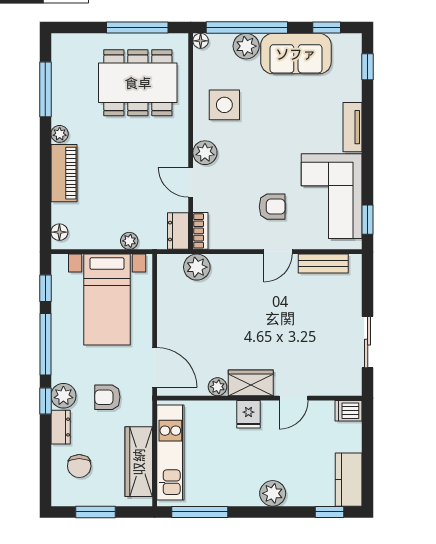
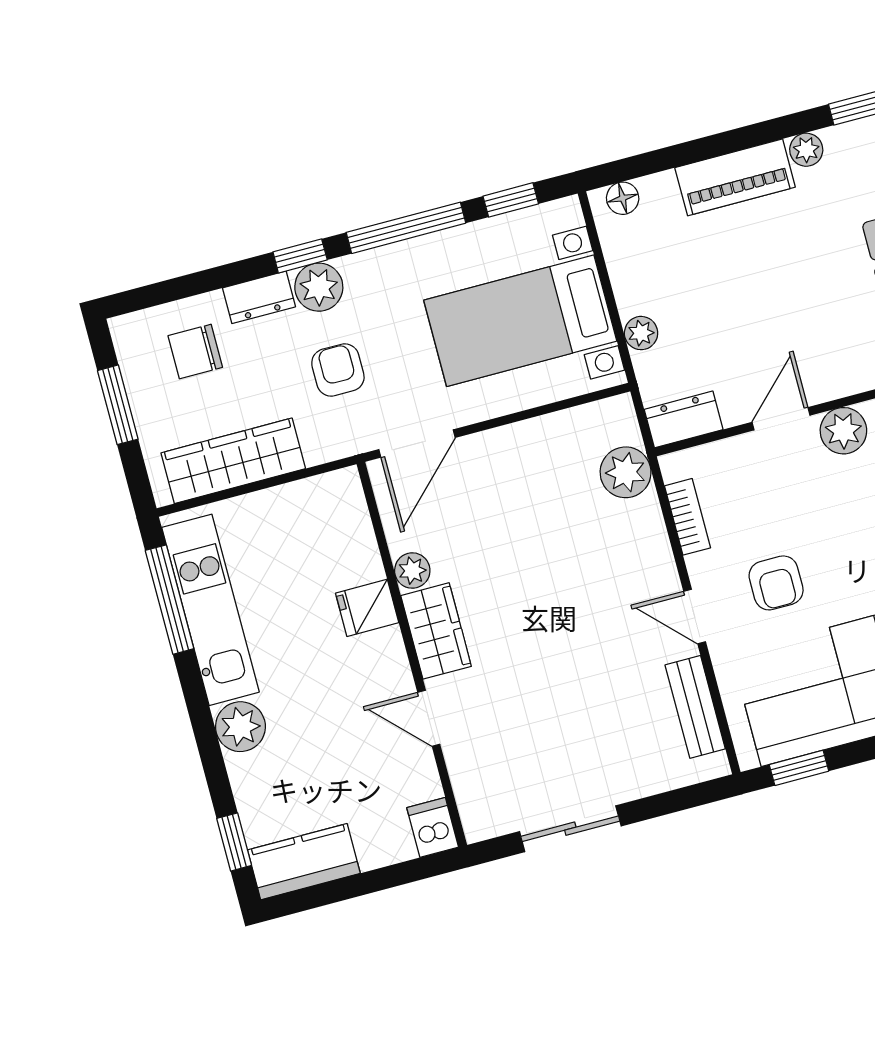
bookcase: (200, 231) -> (688, 517), moved, turned -90
fridge: (248, 414) -> (367, 608), moved
kitchen unit: (170, 453) -> (210, 610), moved, turned -90

